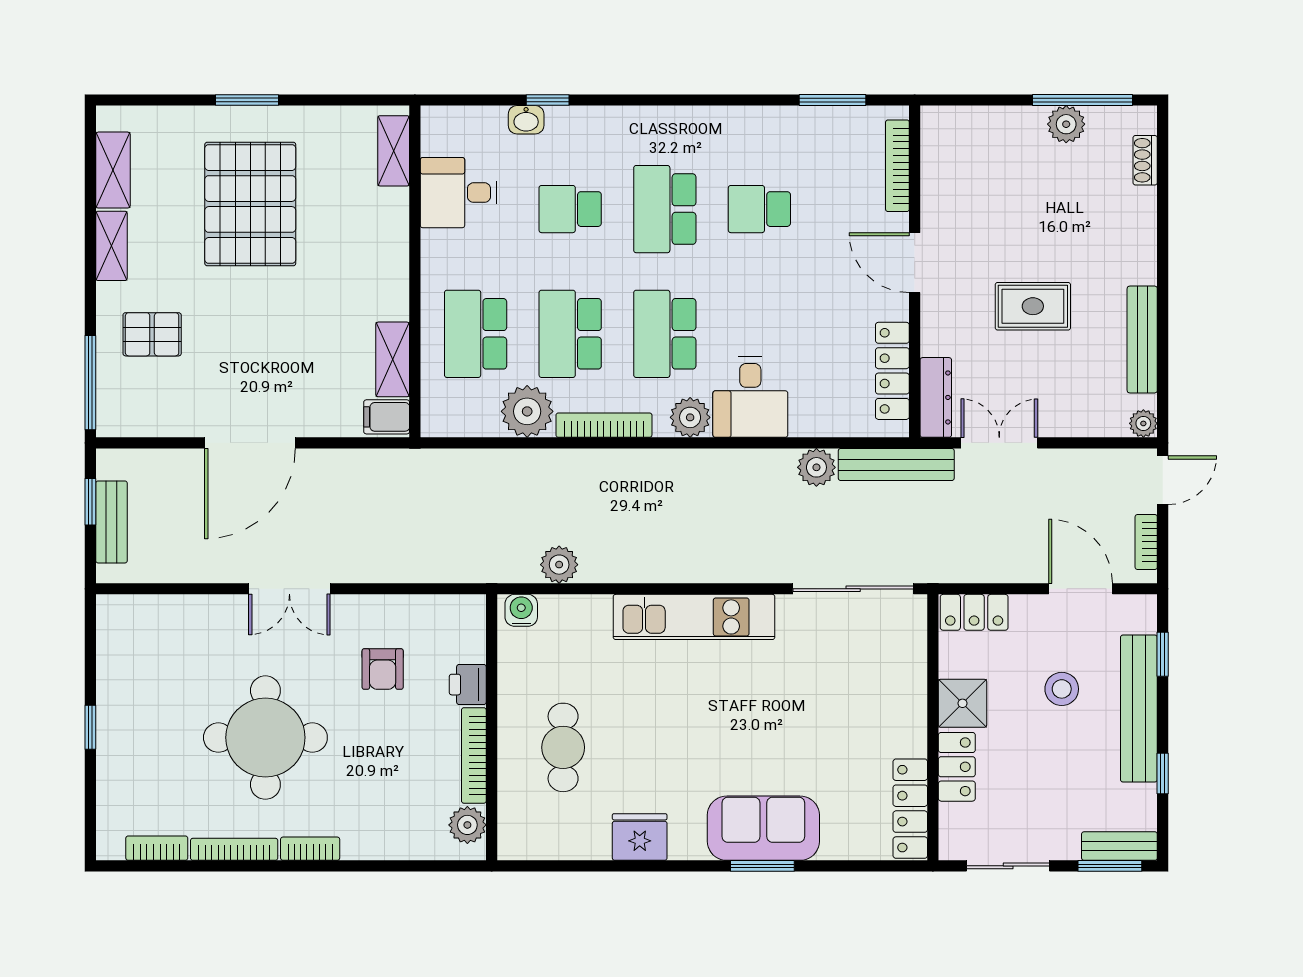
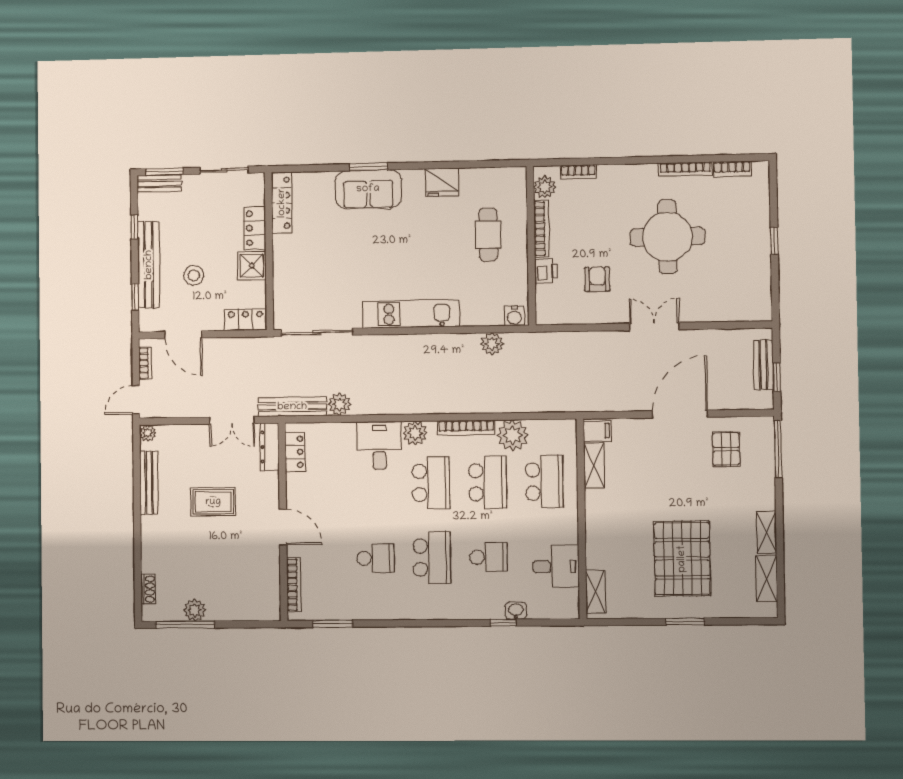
pallet: (152, 334) -> (726, 449), moved, turned 90
locker: (892, 371) -> (295, 452), width x0.66
bookcase: (310, 849) -> (578, 172), moved

